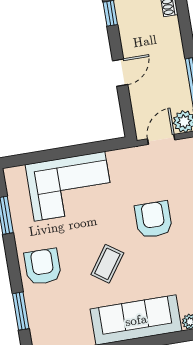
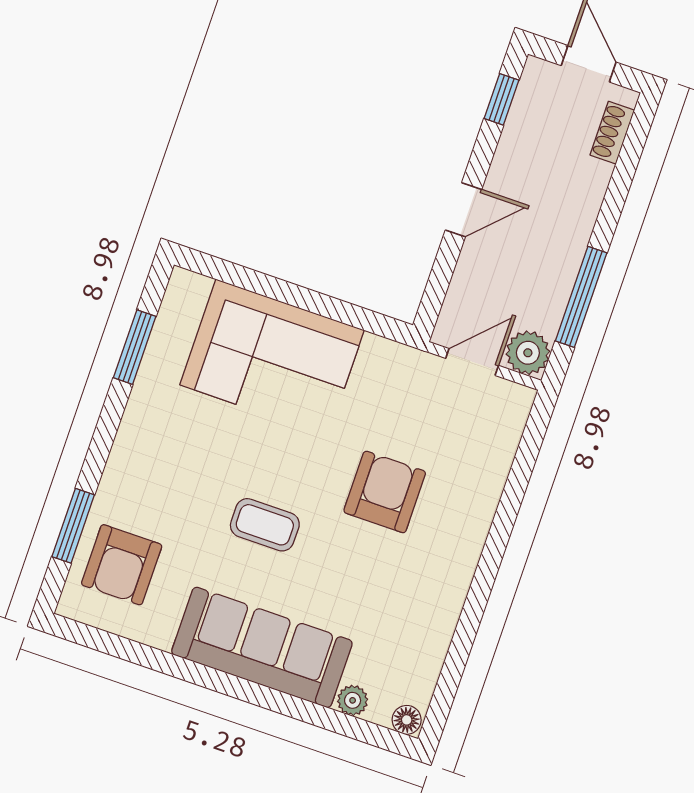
coffee table: (107, 264) -> (265, 525), turned 55
armchair: (43, 267) -> (122, 565), moved, turned 180

